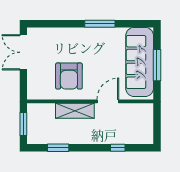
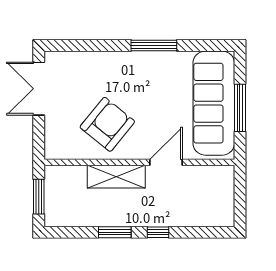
armchair: (69, 76) -> (107, 124), turned -141
window: (58, 148) -> (115, 232), moved
window: (118, 148) -> (158, 232), moved

